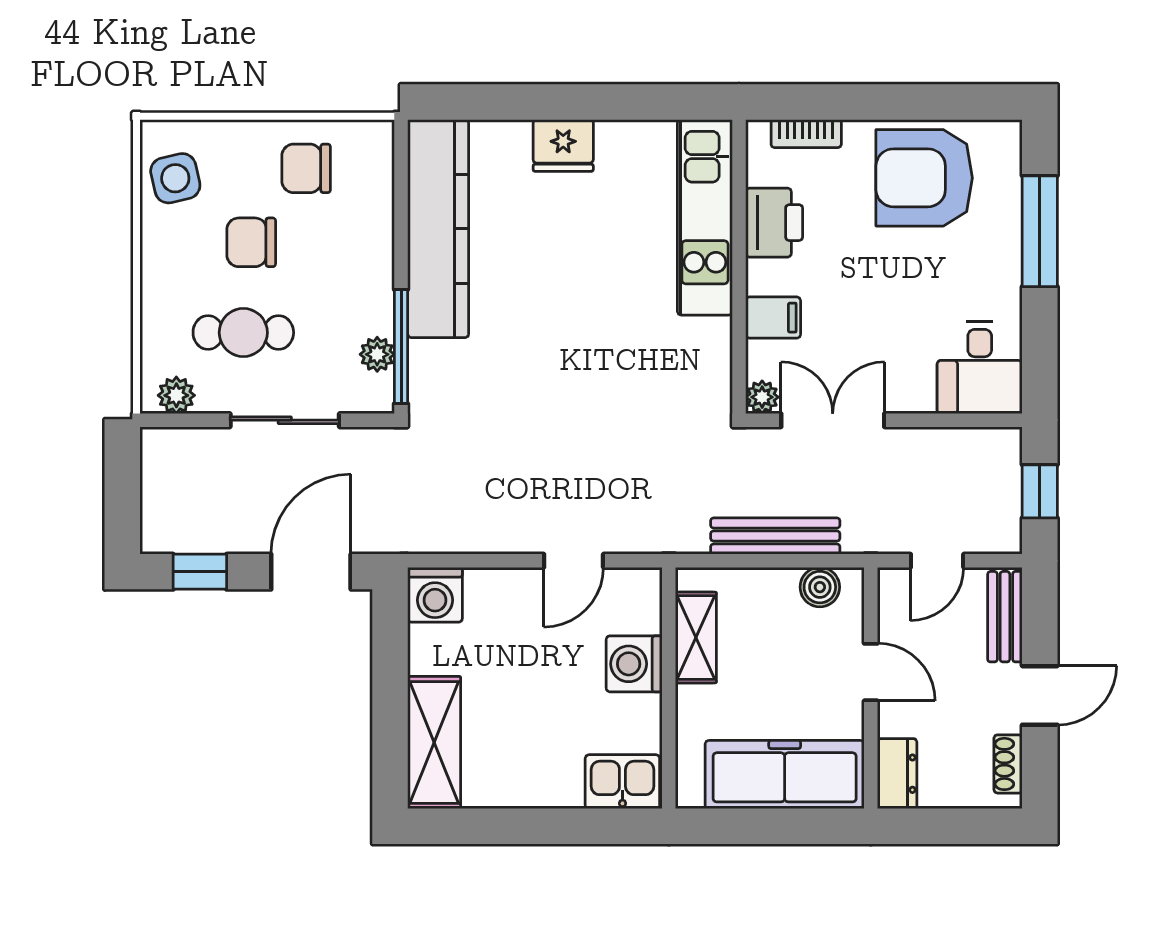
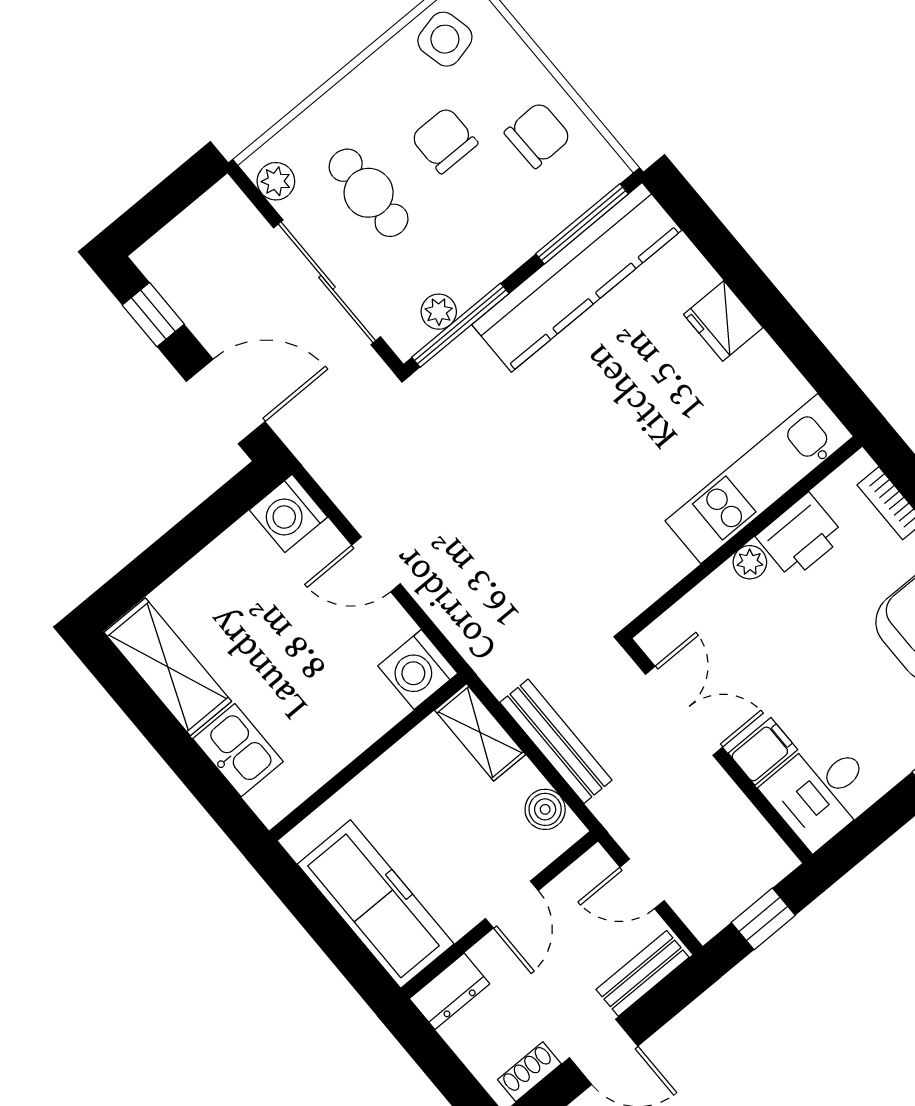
chair: (306, 168) -> (538, 135), turned 89
window: (401, 191) -> (582, 224), added
filing cabinet: (773, 318) -> (763, 751), moved, turned -90
plant: (762, 397) -> (750, 562), moved
sliding door: (285, 420) -> (327, 282), width x1.37
door: (574, 561) -> (376, 564), moved
shelving: (696, 638) -> (480, 732), moved, turned 90
washing machine: (634, 664) -> (418, 670), moved, turned -90
shelving: (434, 743) -> (168, 667), moved, turned 90
kitchen sink: (622, 782) -> (238, 750), moved

